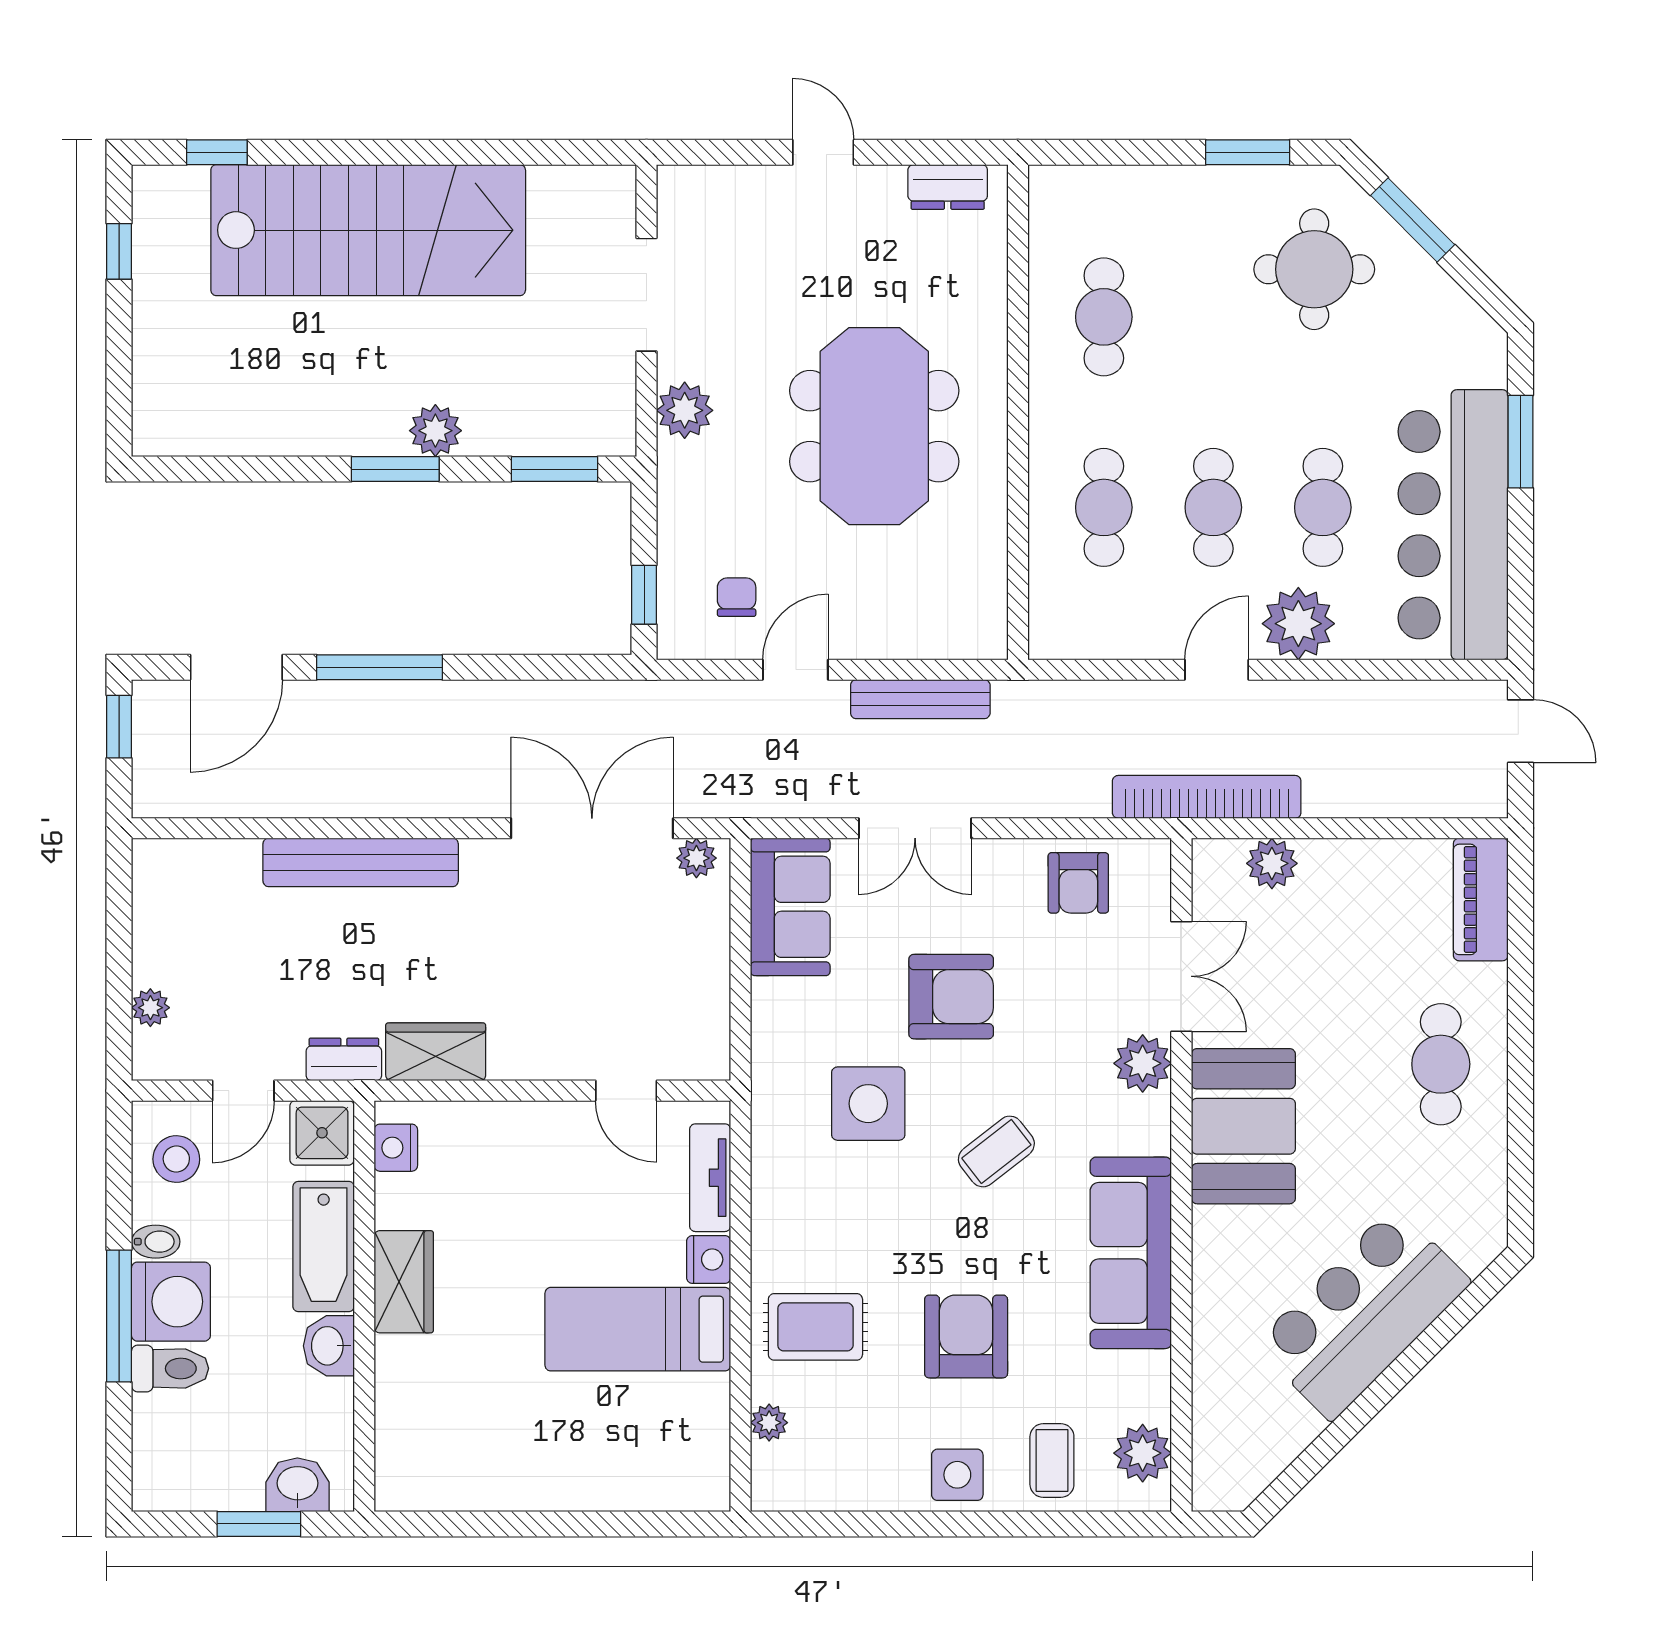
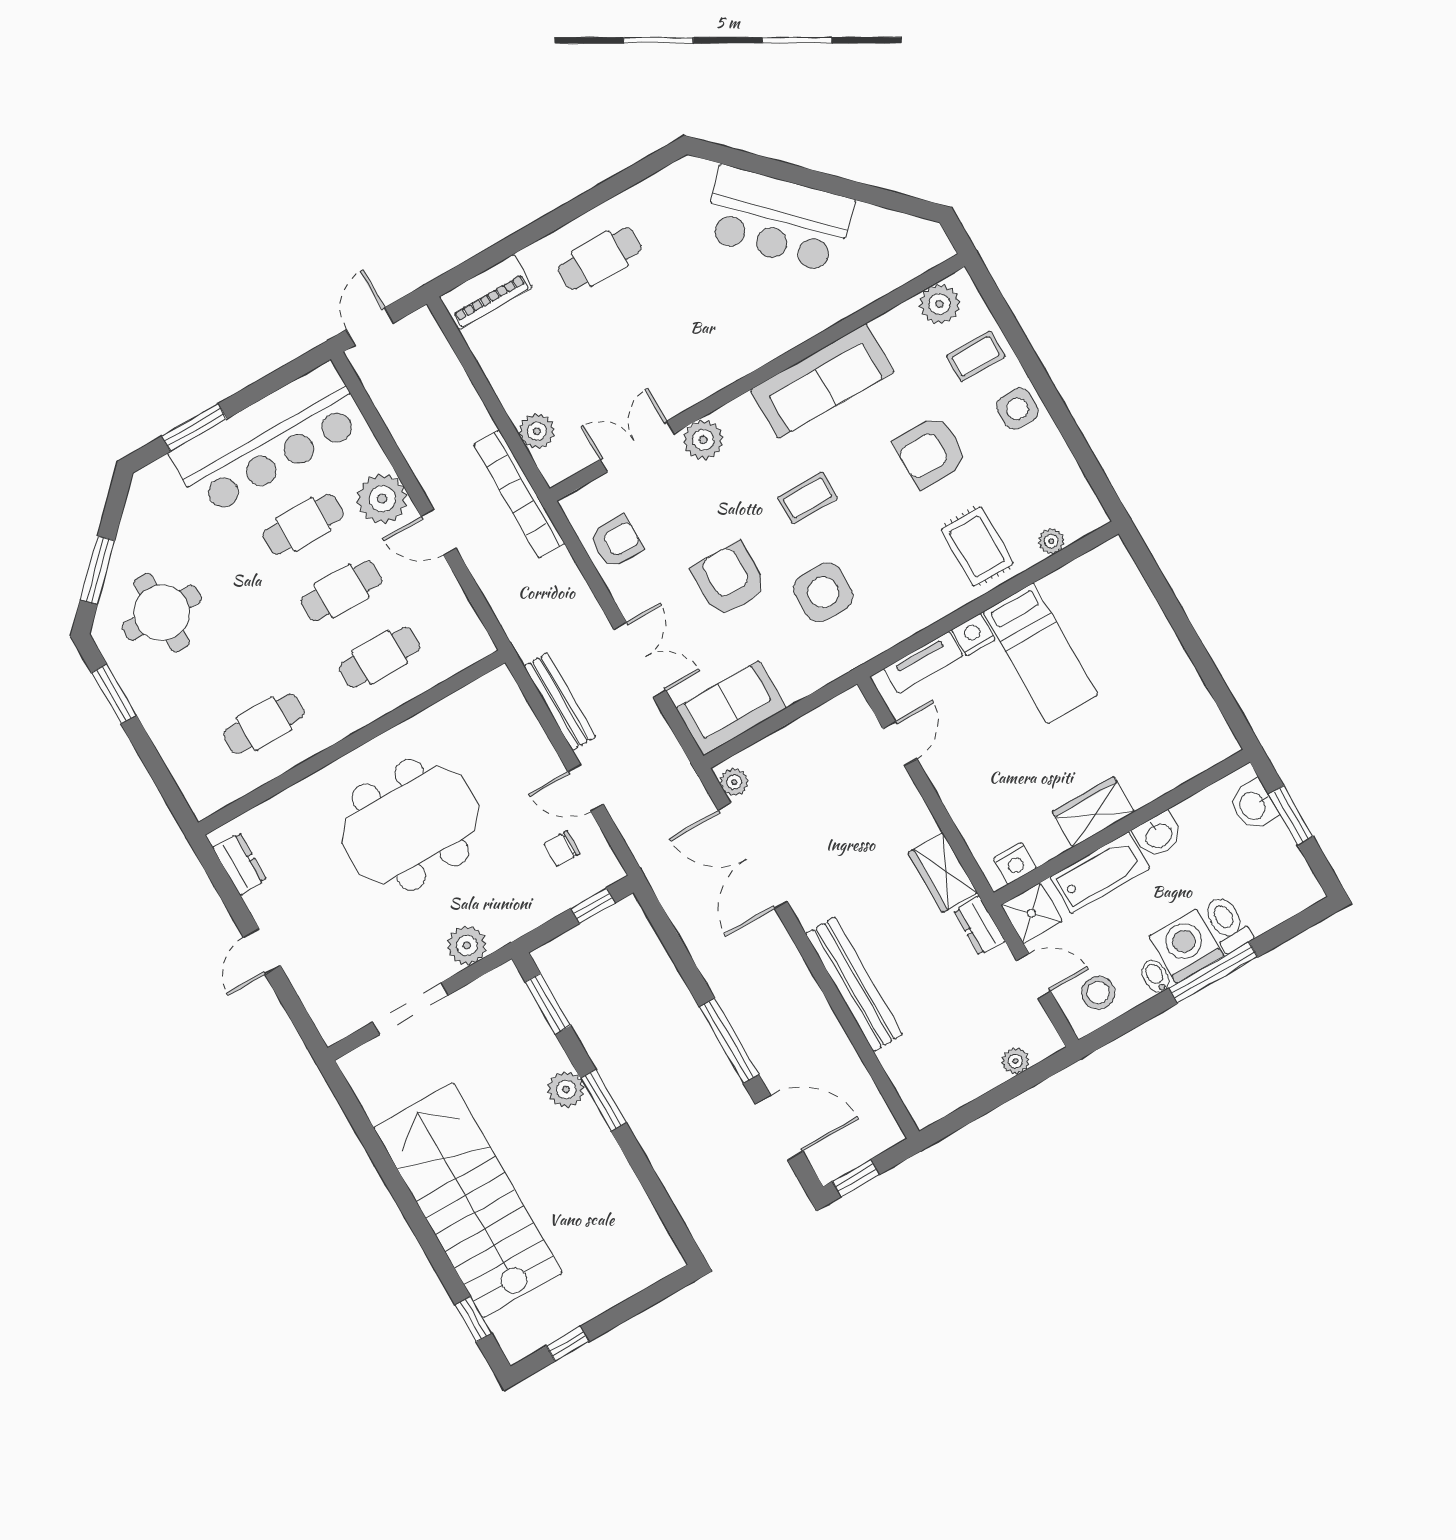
booth: (1243, 1126) -> (706, 357), removed
coffee table: (996, 1151) -> (808, 498), turned -52

